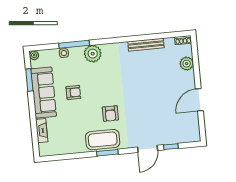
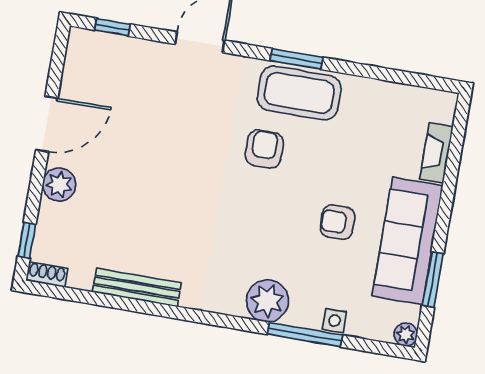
window: (195, 52) -> (27, 240), added
plant: (187, 64) -> (59, 185), moved
window: (171, 147) -> (112, 27), moved

